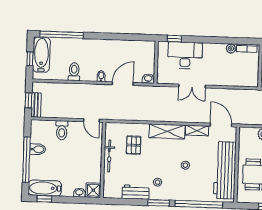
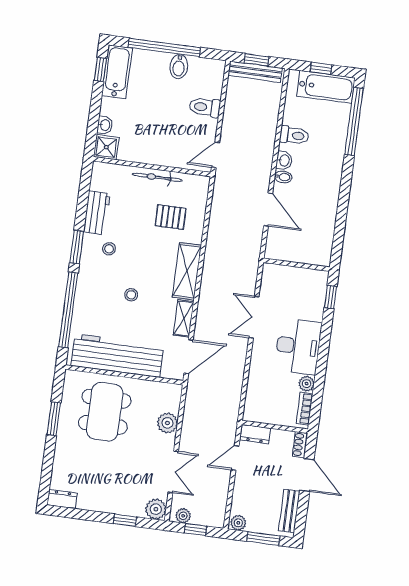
desk: (185, 55) -> (298, 346), moved
washbasin: (148, 79) -> (284, 160), moved
bench: (36, 105) -> (255, 72), width x1.36

